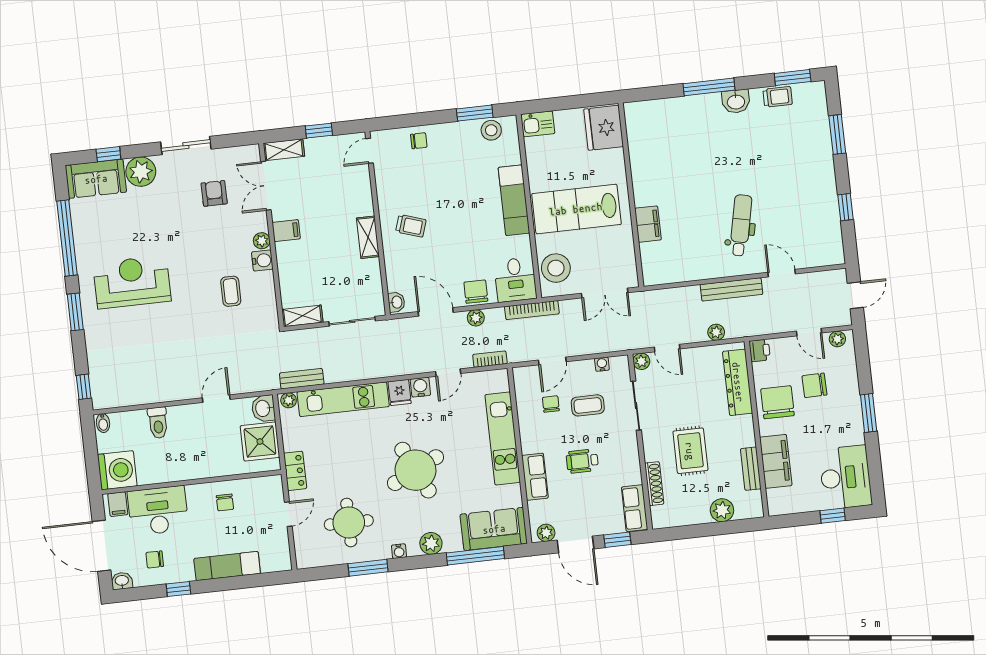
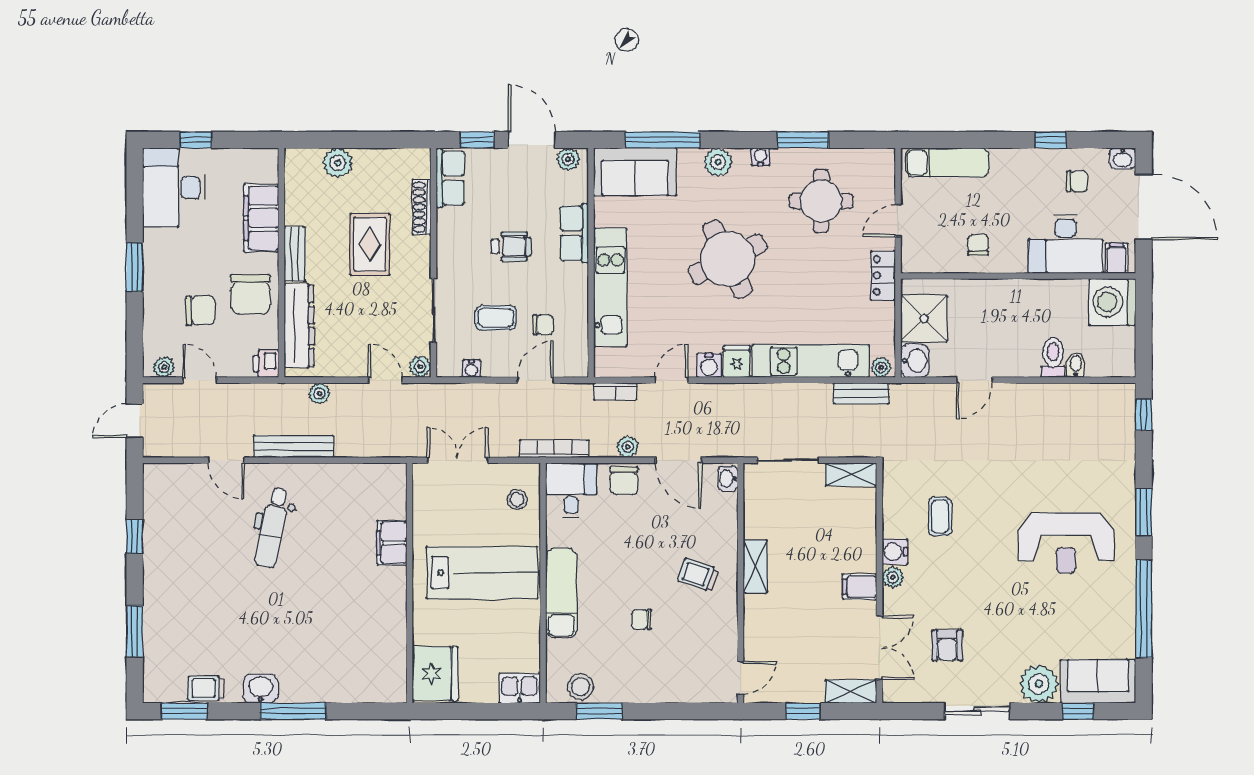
chair: (419, 141) -> (642, 619), moved
stool: (556, 268) -> (517, 499), width x0.53, depth x0.53
chair: (551, 404) -> (543, 325), turned -90
bidet: (103, 423) -> (1076, 365), moved
bench: (751, 469) -> (295, 254), moved
exam couch: (227, 566) -> (947, 163), moved

